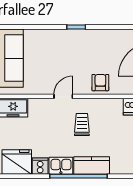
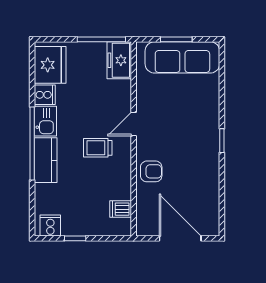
door: (63, 96) -> (134, 124), swing flipped
trolley: (82, 125) -> (98, 148), turned 180

